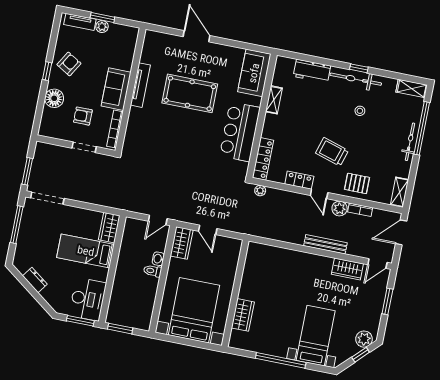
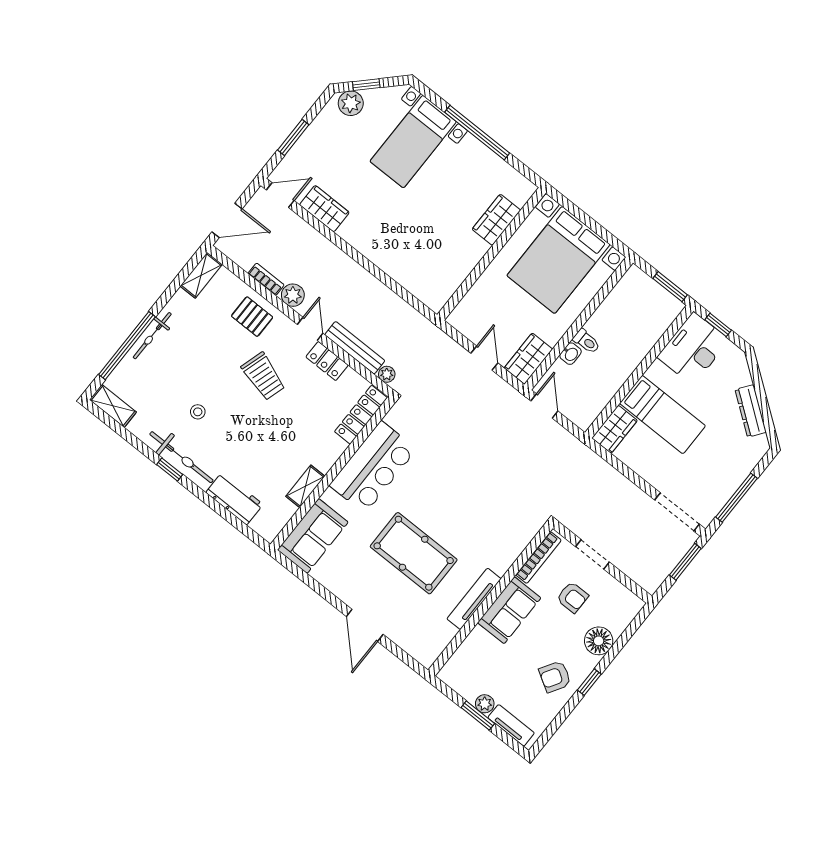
door: (158, 220) -> (544, 406), hinge flipped
bench: (325, 244) -> (355, 348), moved
dresser: (35, 280) -> (751, 411), width x1.44
window: (80, 321) -> (718, 325), width x0.67

